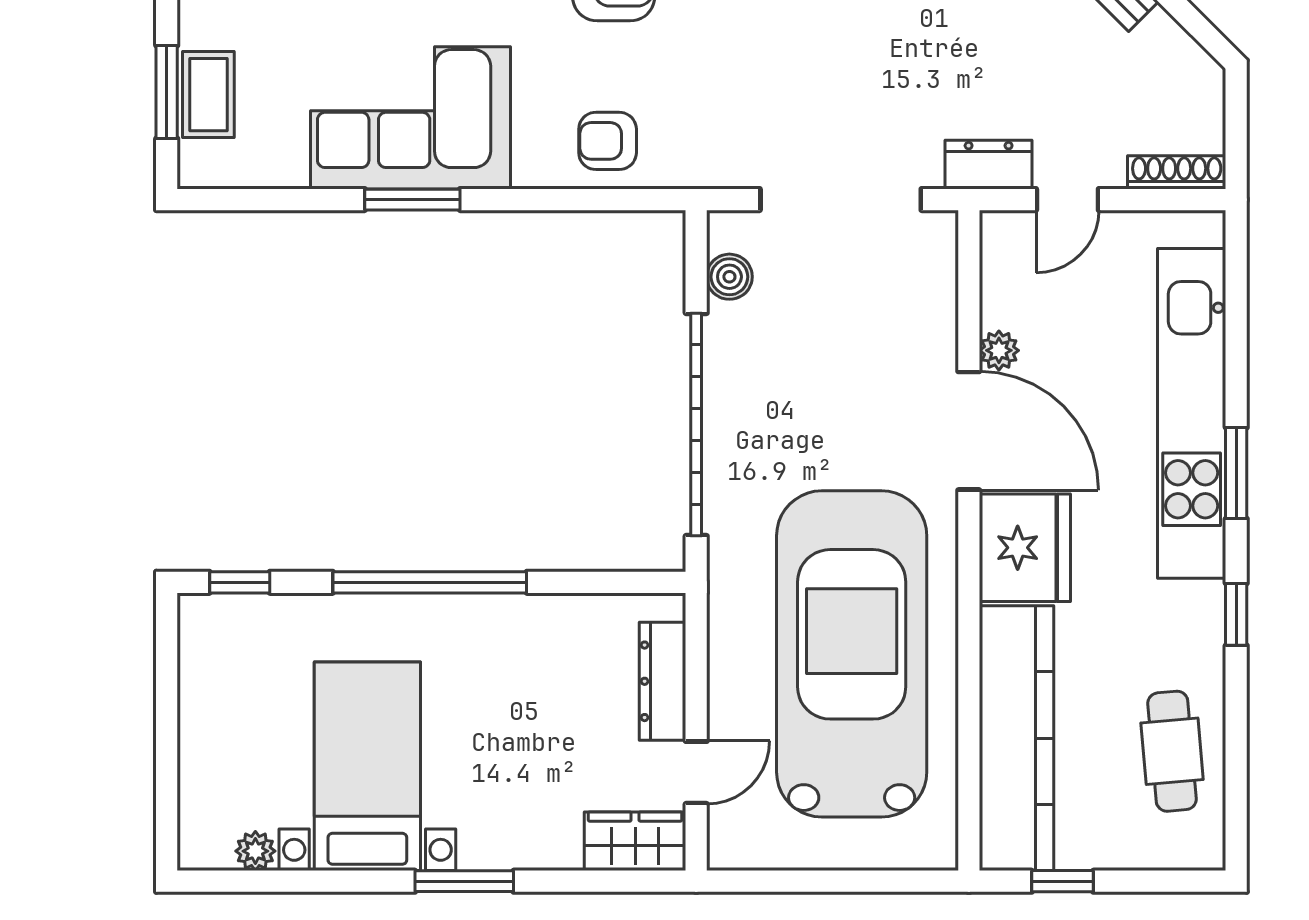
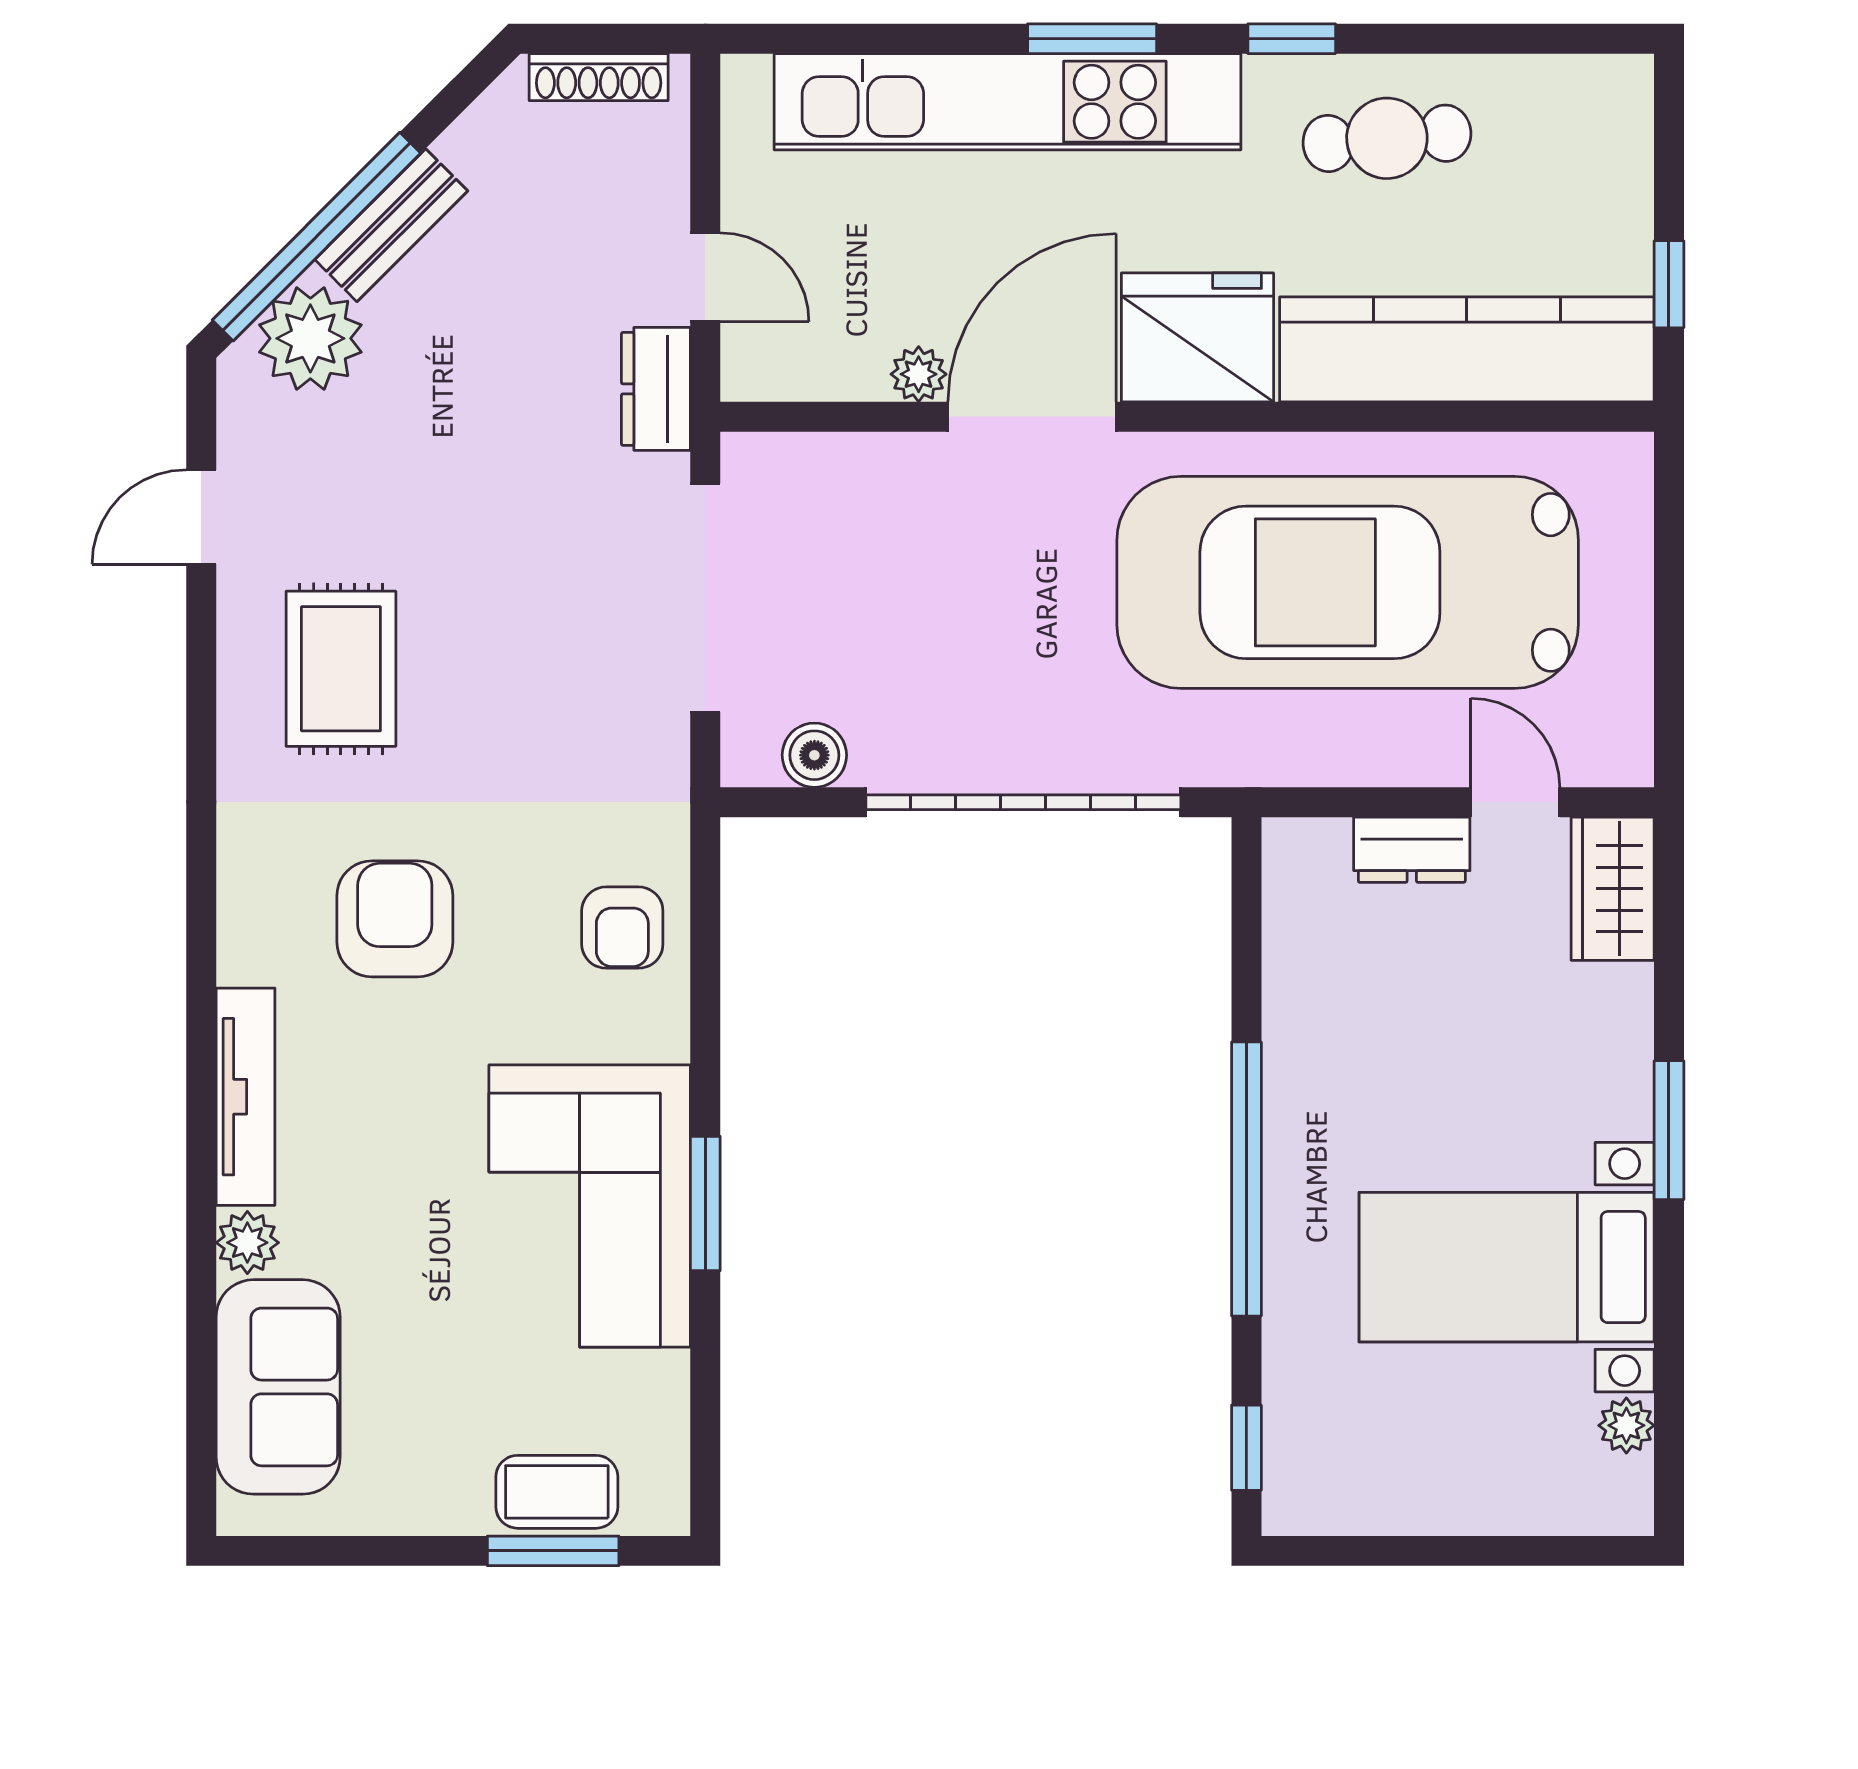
shoe rack: (1177, 172) -> (599, 77), moved, turned -90
dresser: (663, 681) -> (1412, 850), width x0.70
cafe table: (1172, 751) -> (1387, 138), moved

